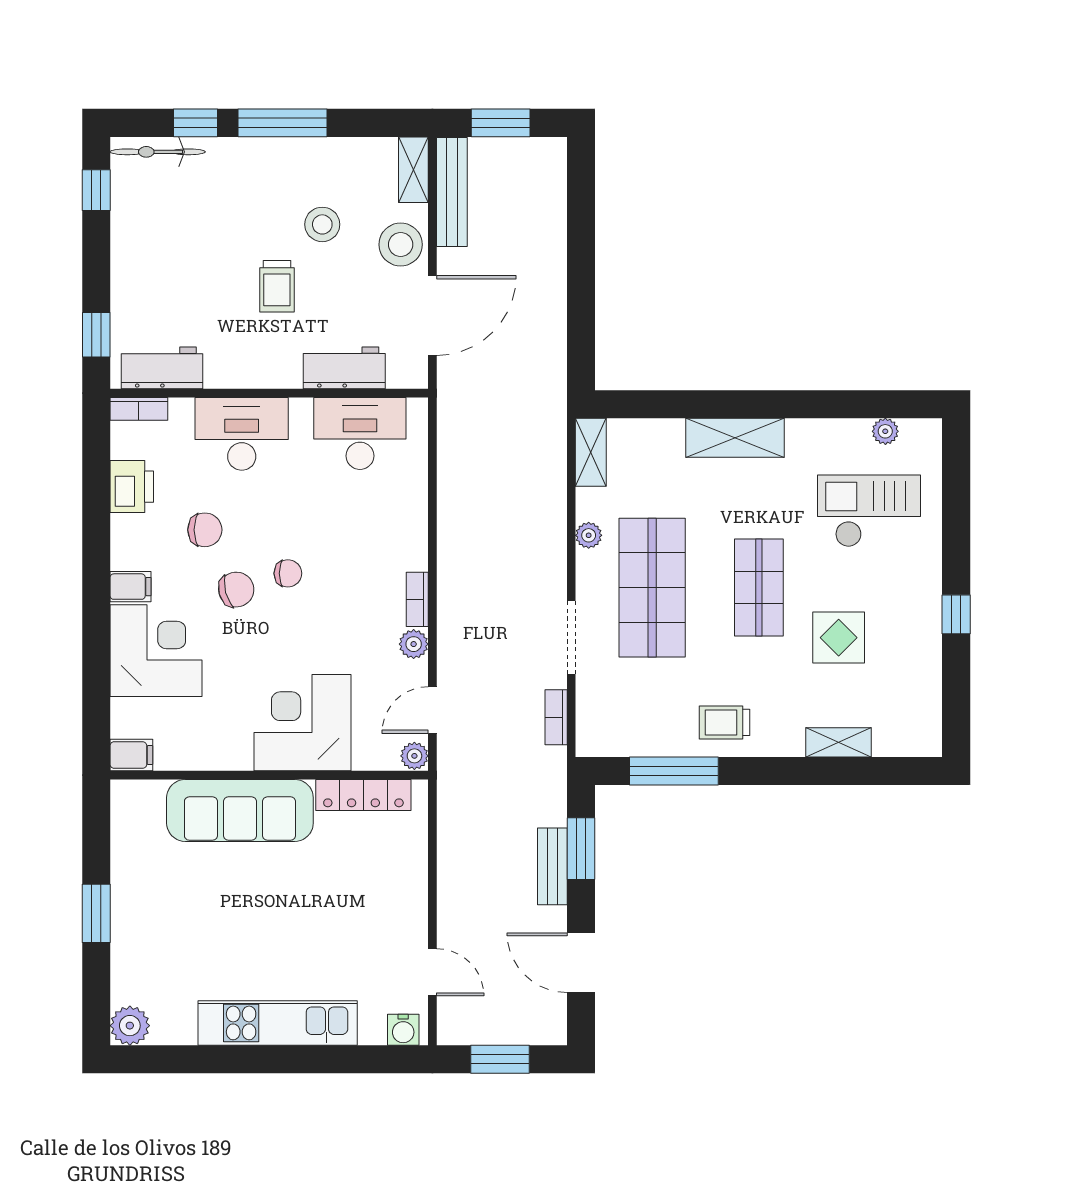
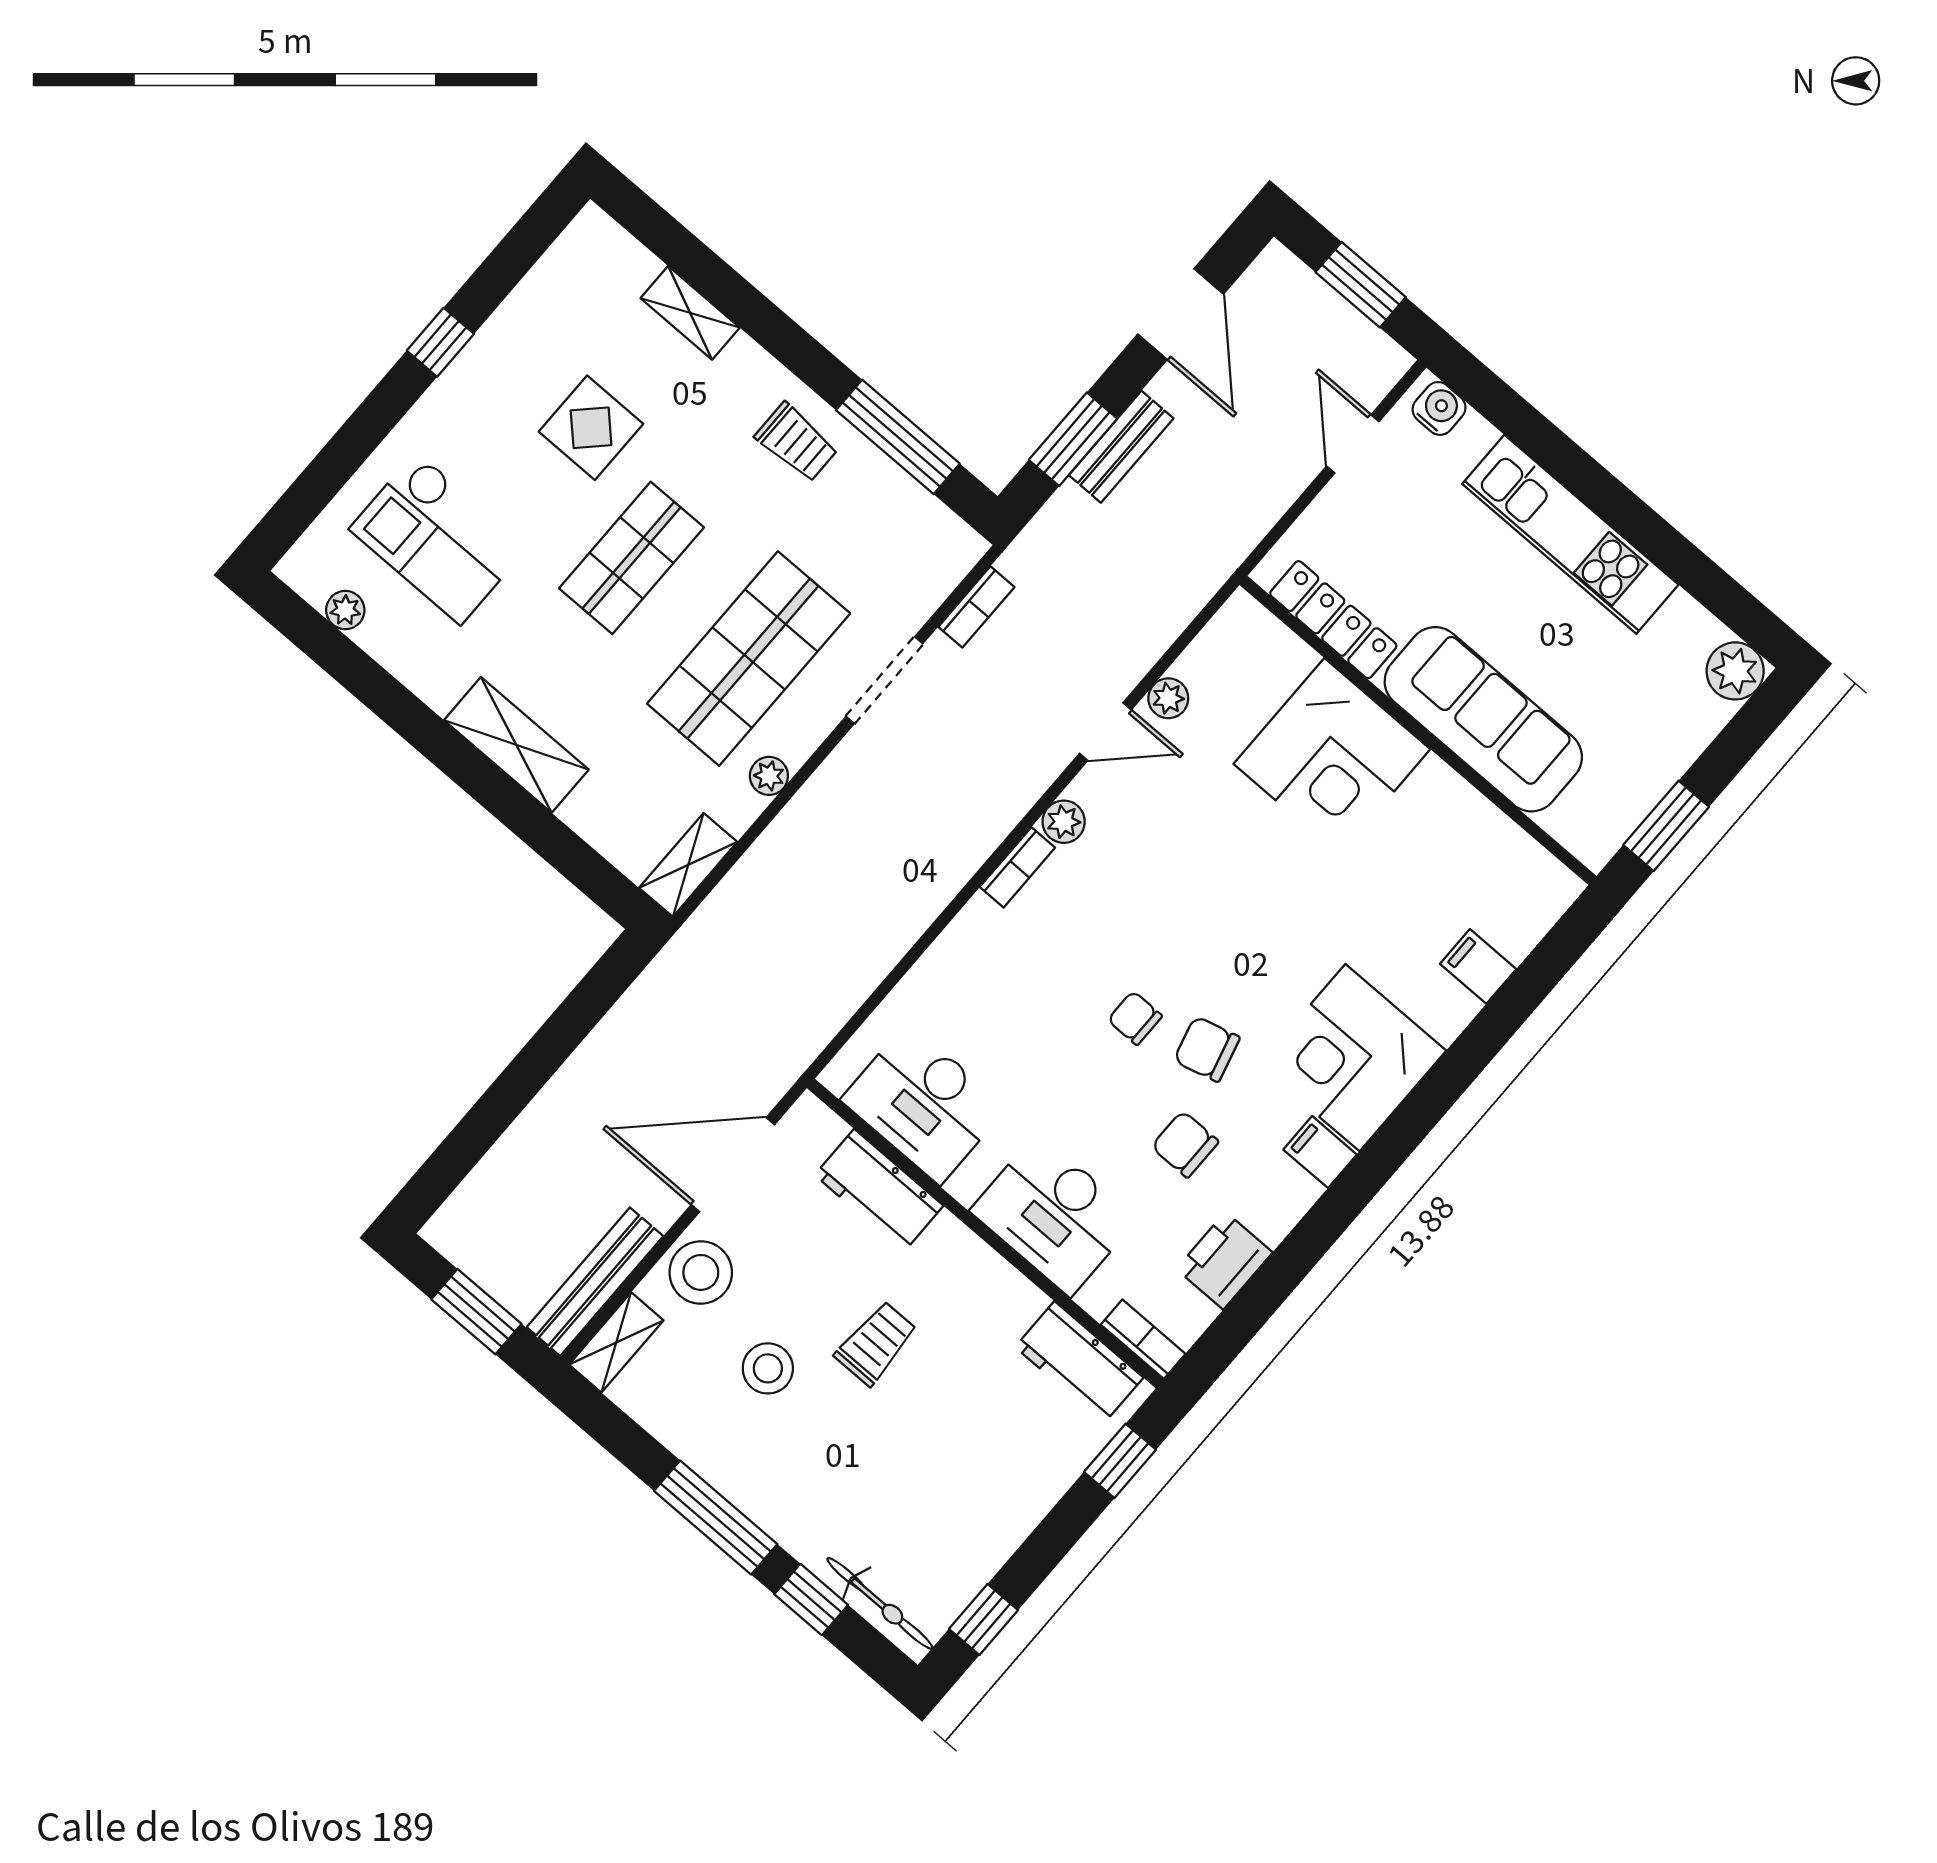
corner desk: (302, 723) -> (1332, 757), moved
wall: (269, 775) -> (1418, 730), moved
locker: (363, 795) -> (1333, 620), moved
sofa: (240, 810) -> (1483, 719), moved

